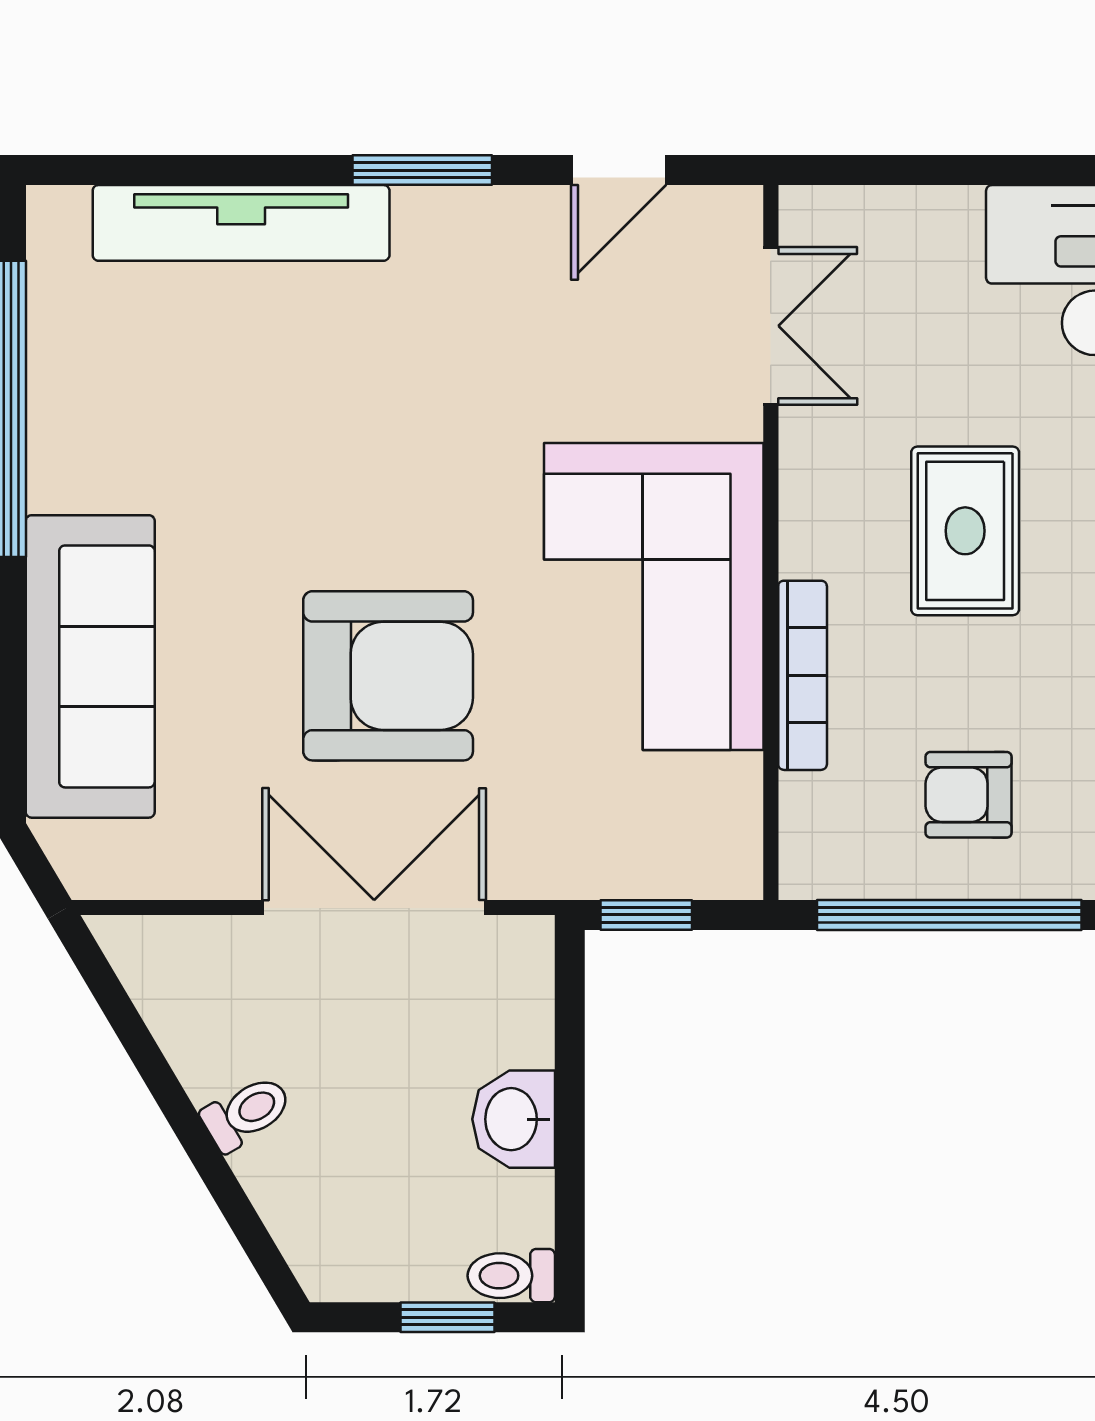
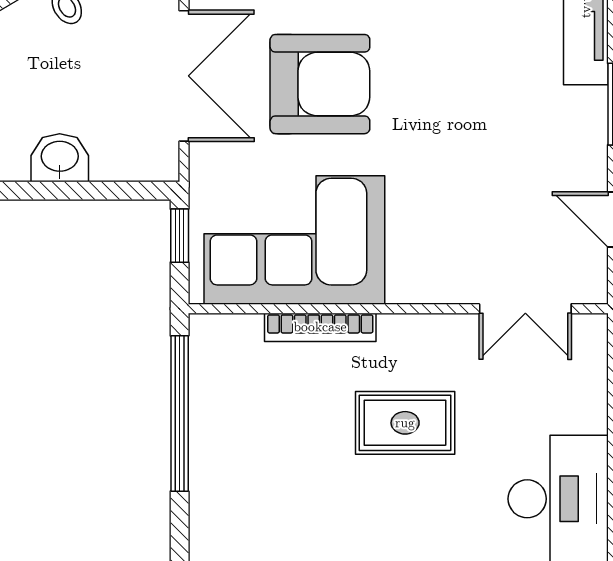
corner sofa: (654, 597) -> (294, 240), moved
armchair: (388, 676) -> (320, 84), turned -90
armchair: (969, 795) -> (250, 425), removed

